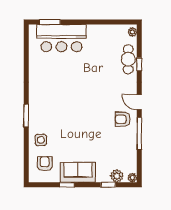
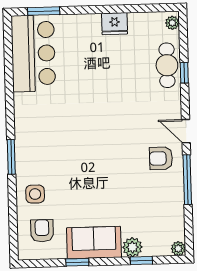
fridge: (95, 31) -> (115, 24), added
bar counter: (61, 38) -> (33, 53), moved, turned -90
plant: (117, 176) -> (132, 247), moved

